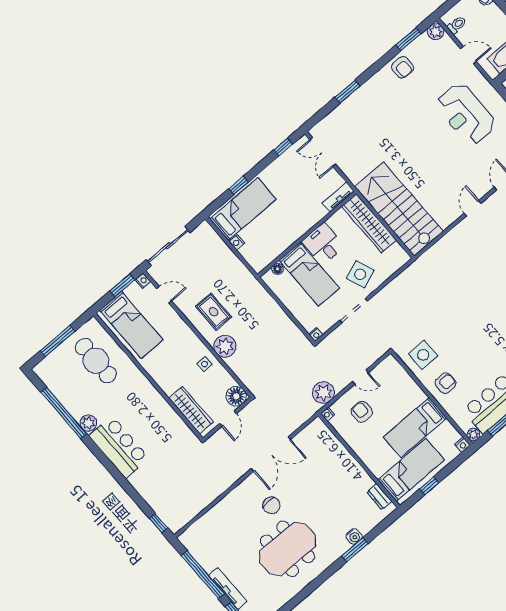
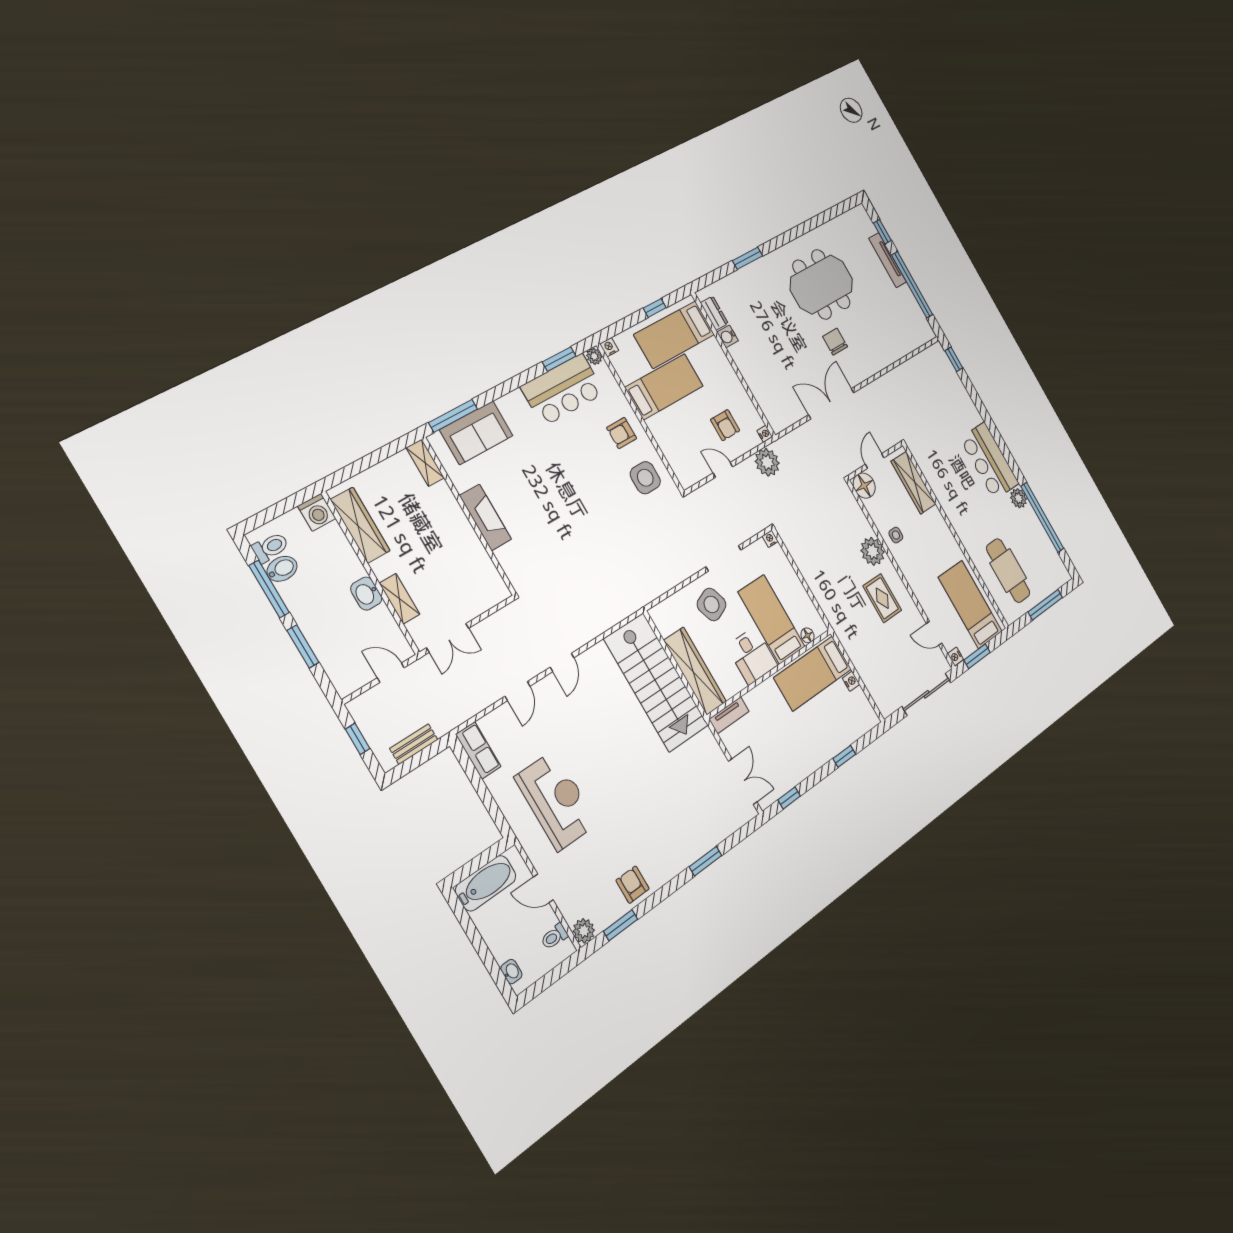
bed: (243, 209) -> (813, 673), moved
water cooler: (354, 536) -> (728, 336), moved, turned -90

